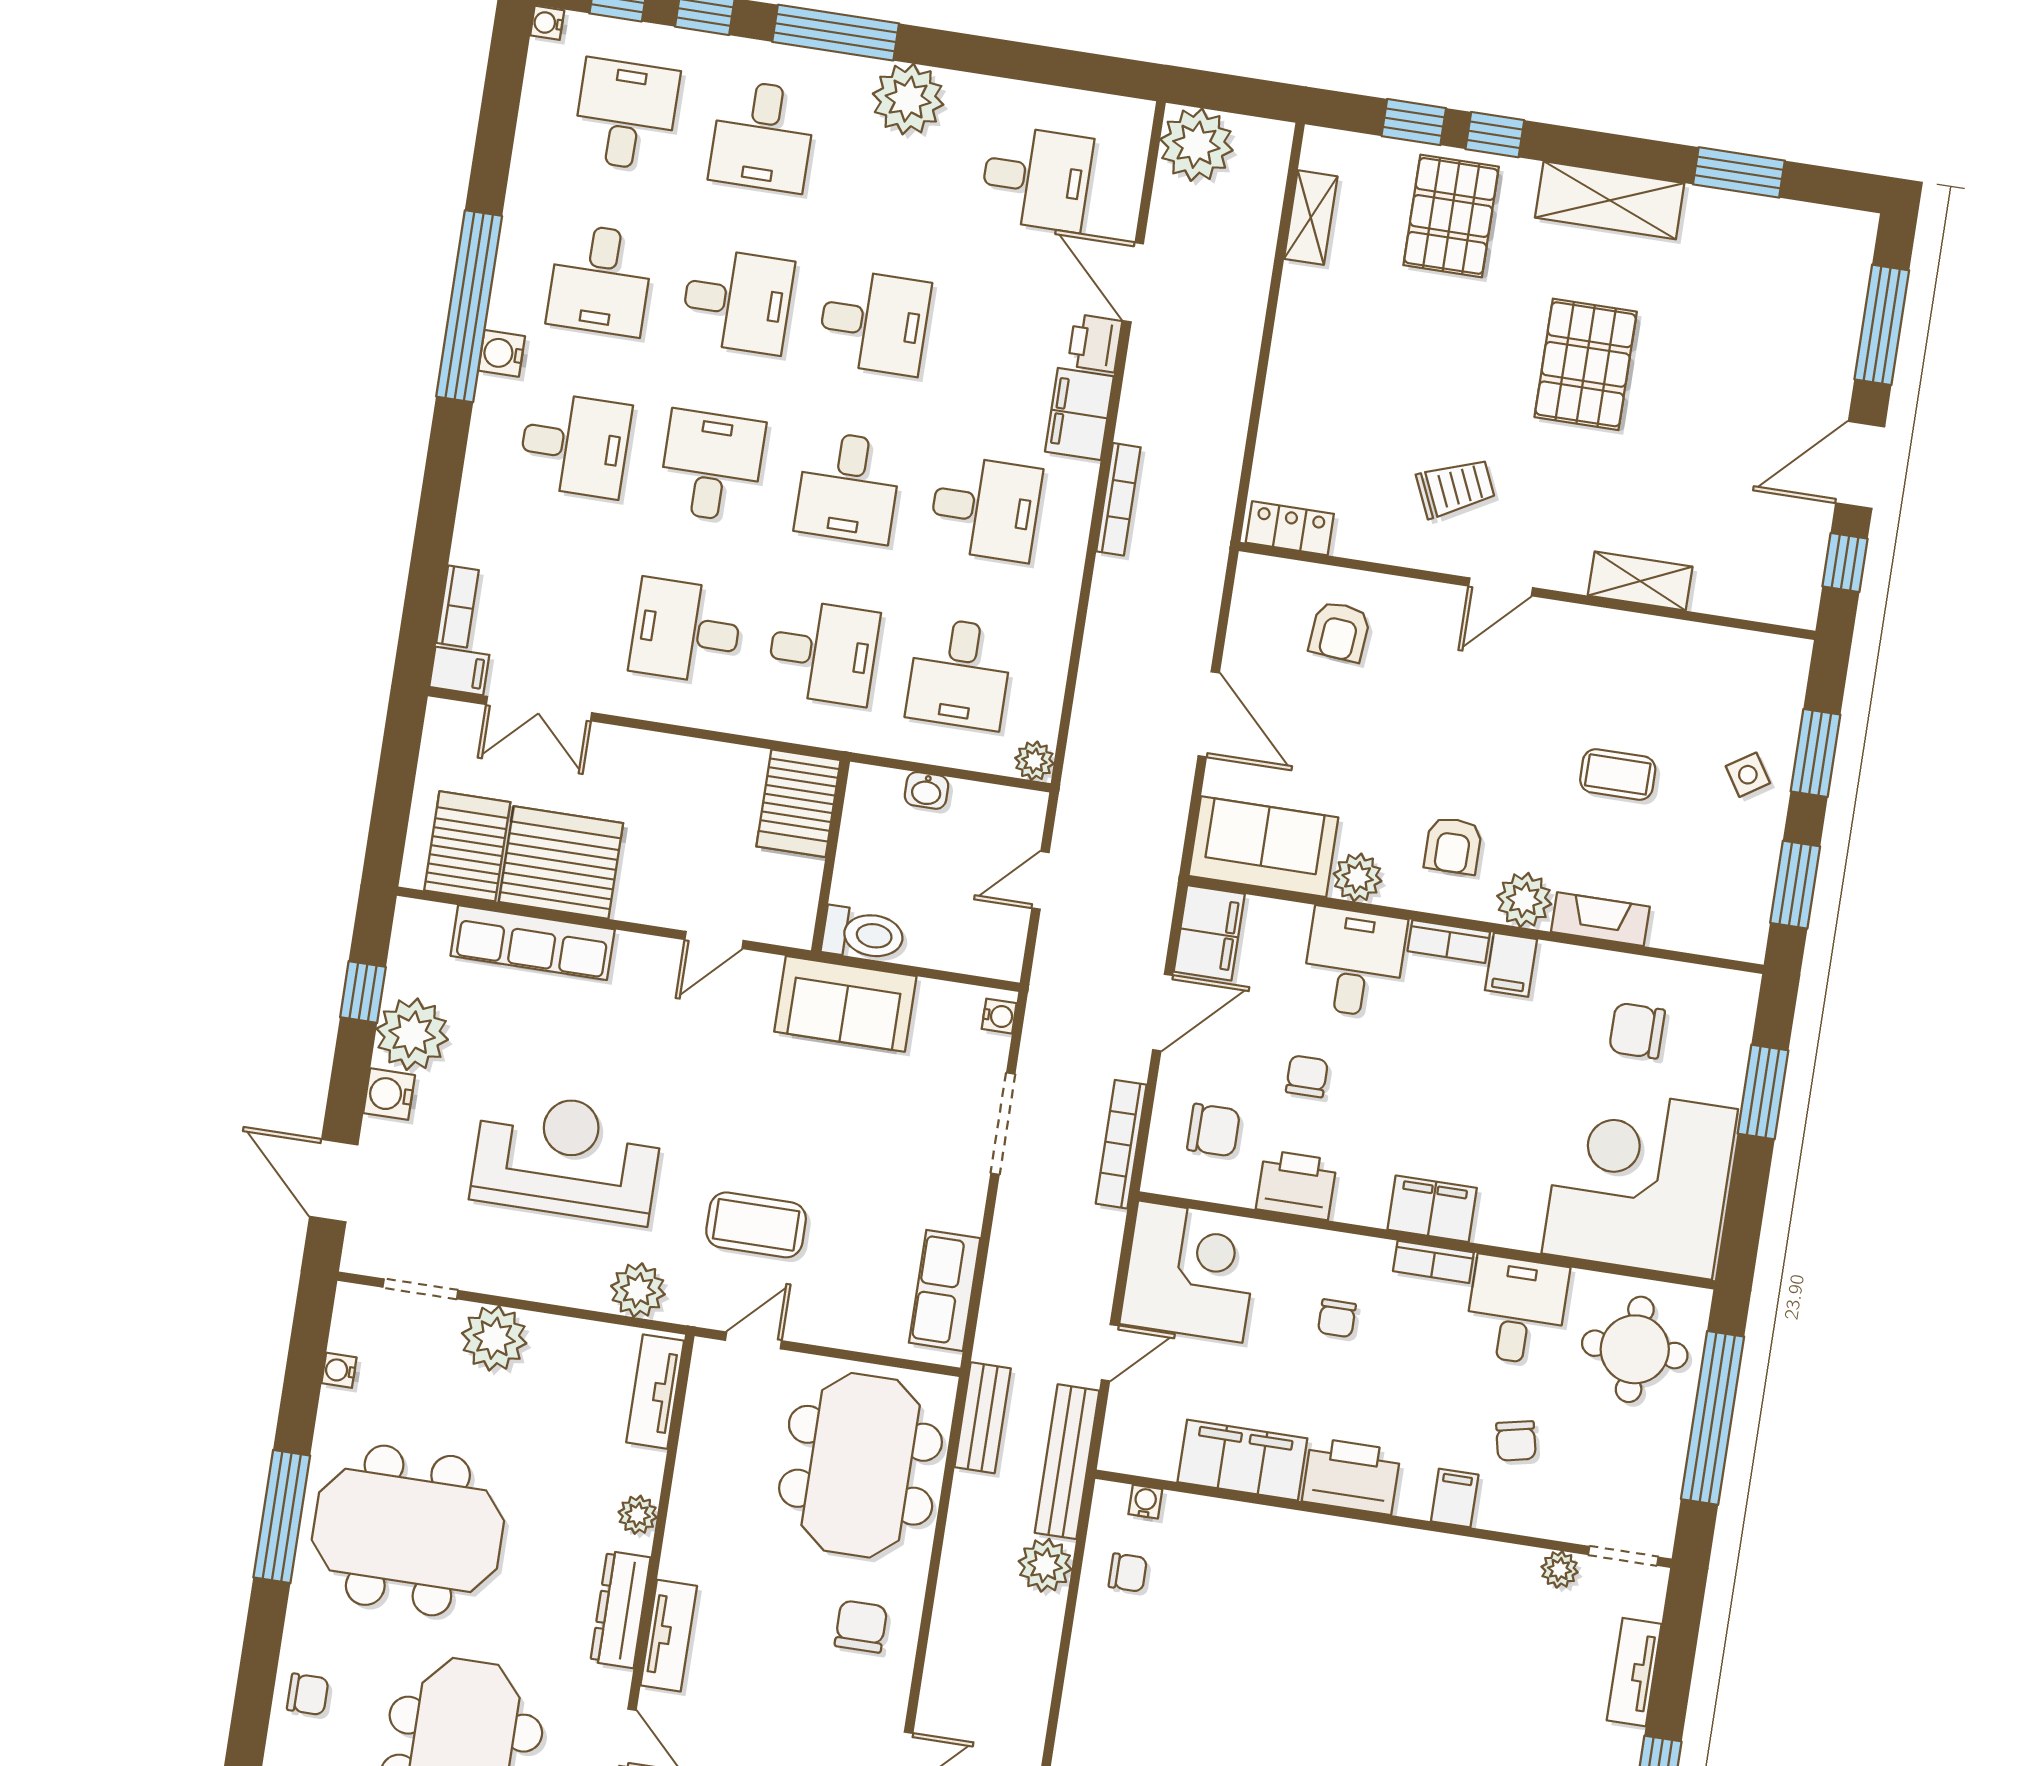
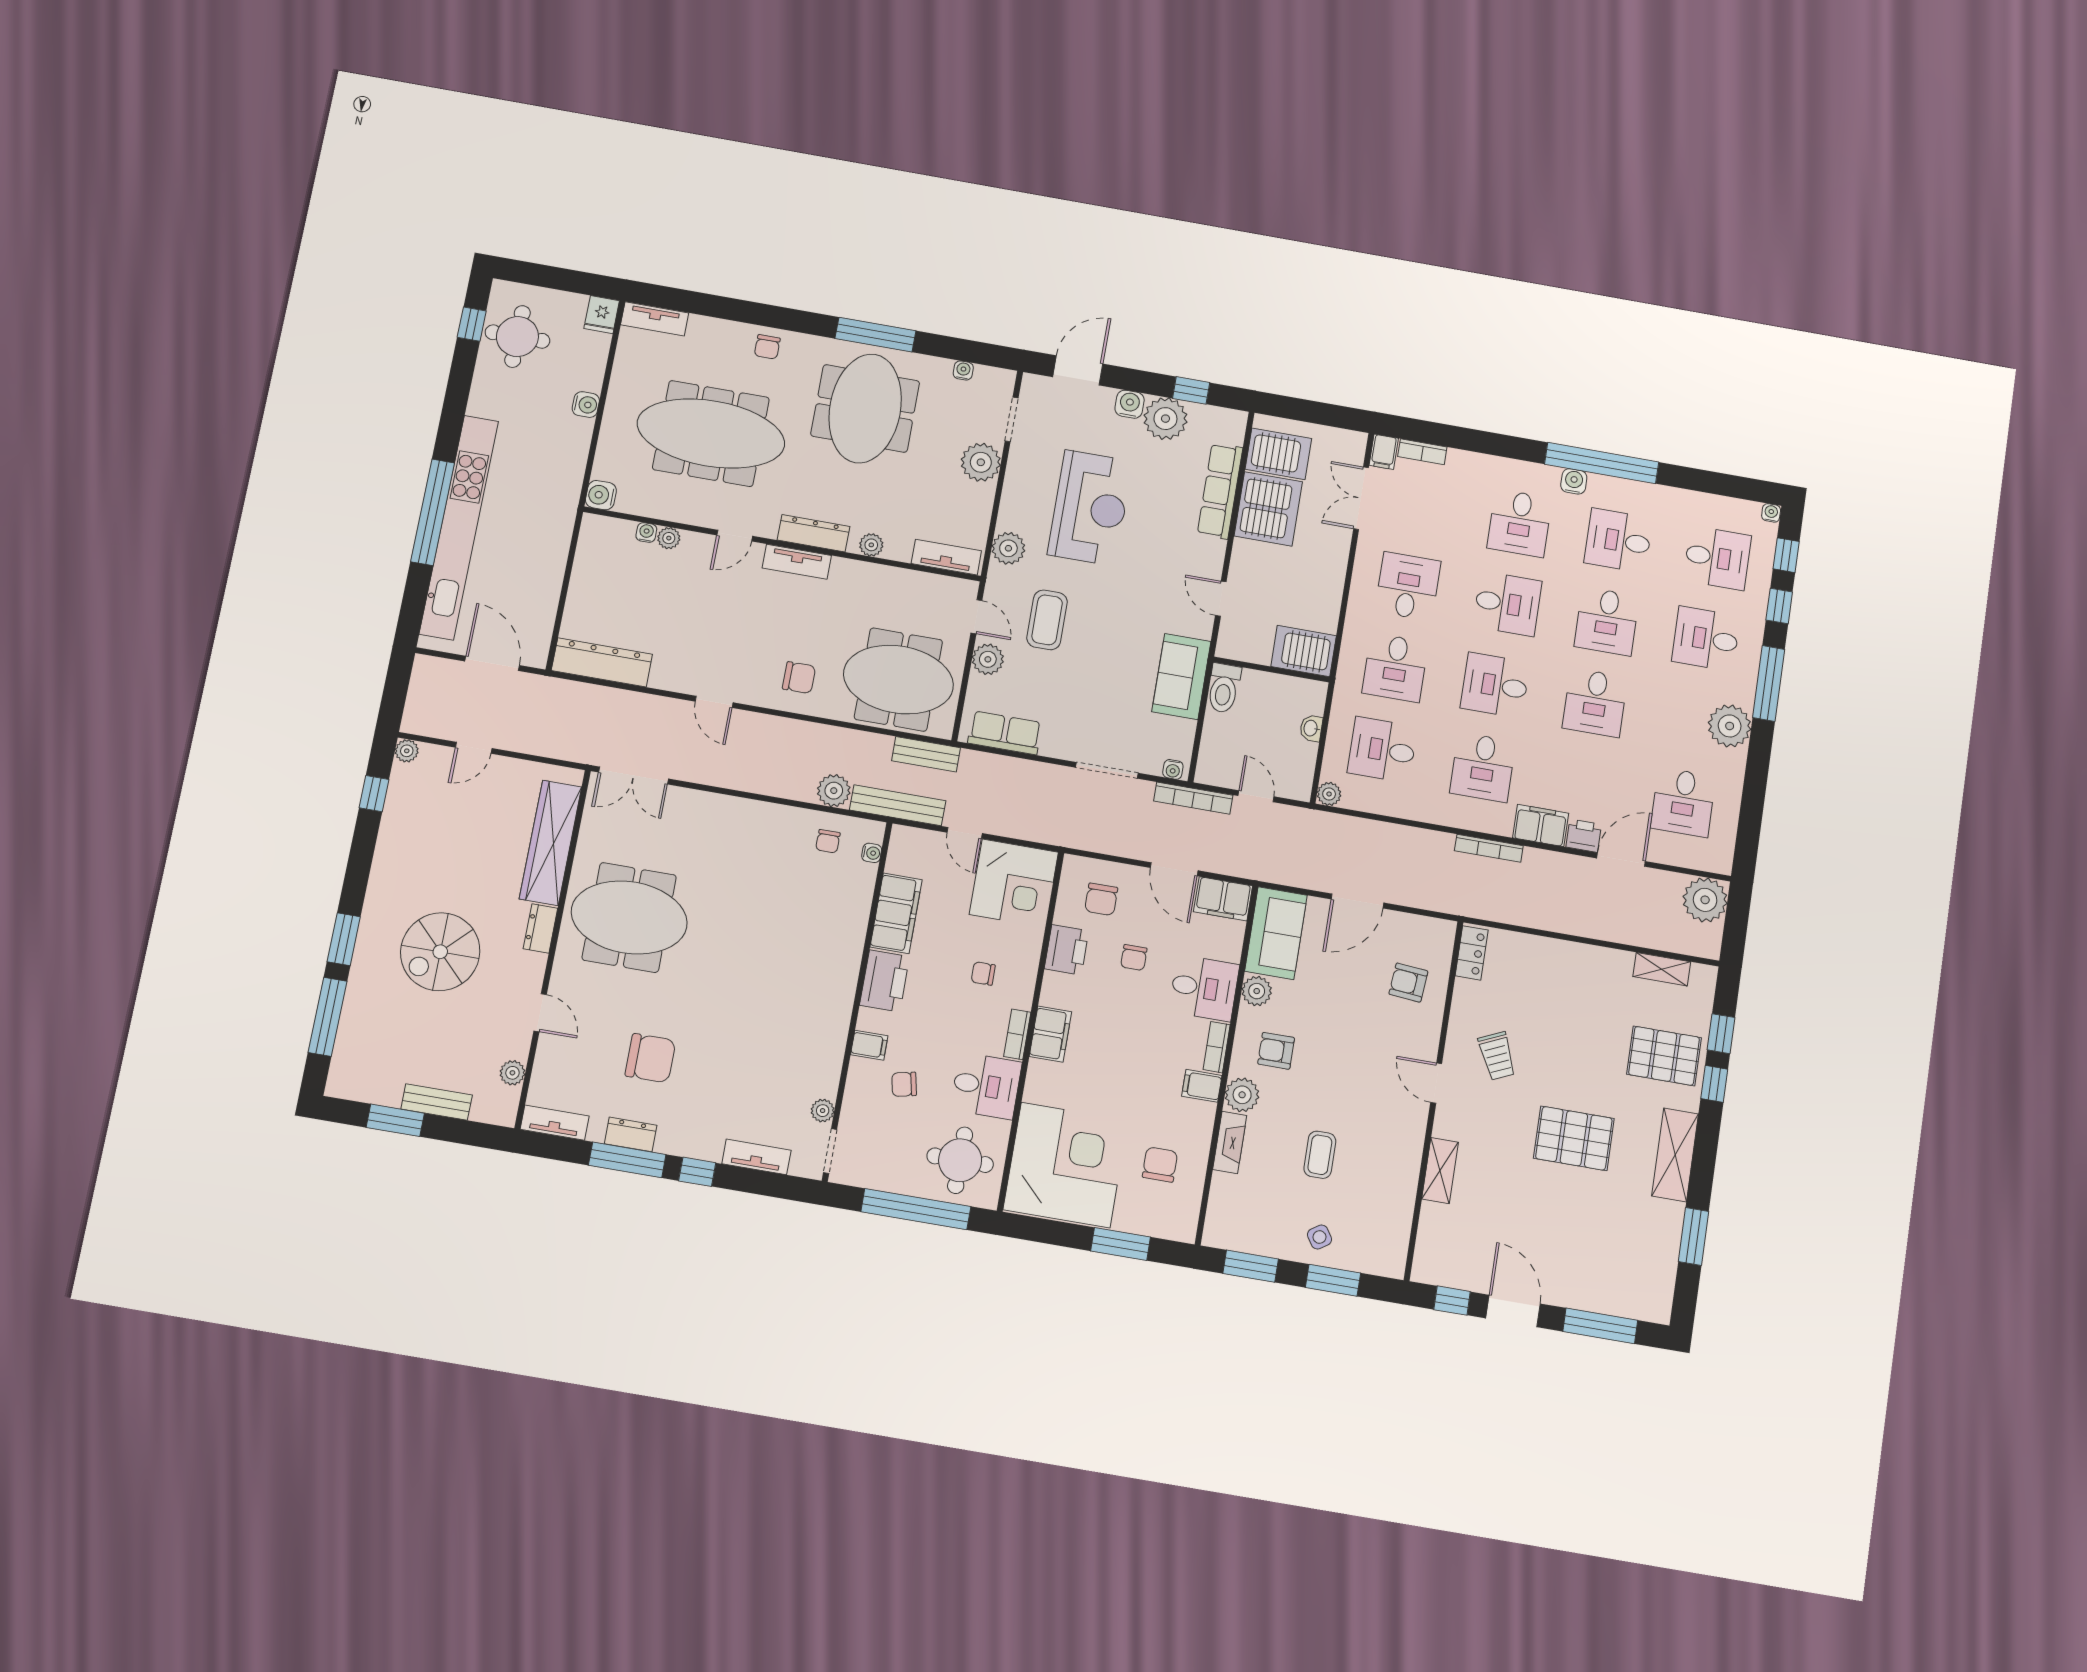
chair: (1307, 1076) -> (1134, 958), turned 90
bookcase: (1121, 1144) -> (1193, 798), moved, turned 180
plant: (824, 1320) -> (988, 659), added

